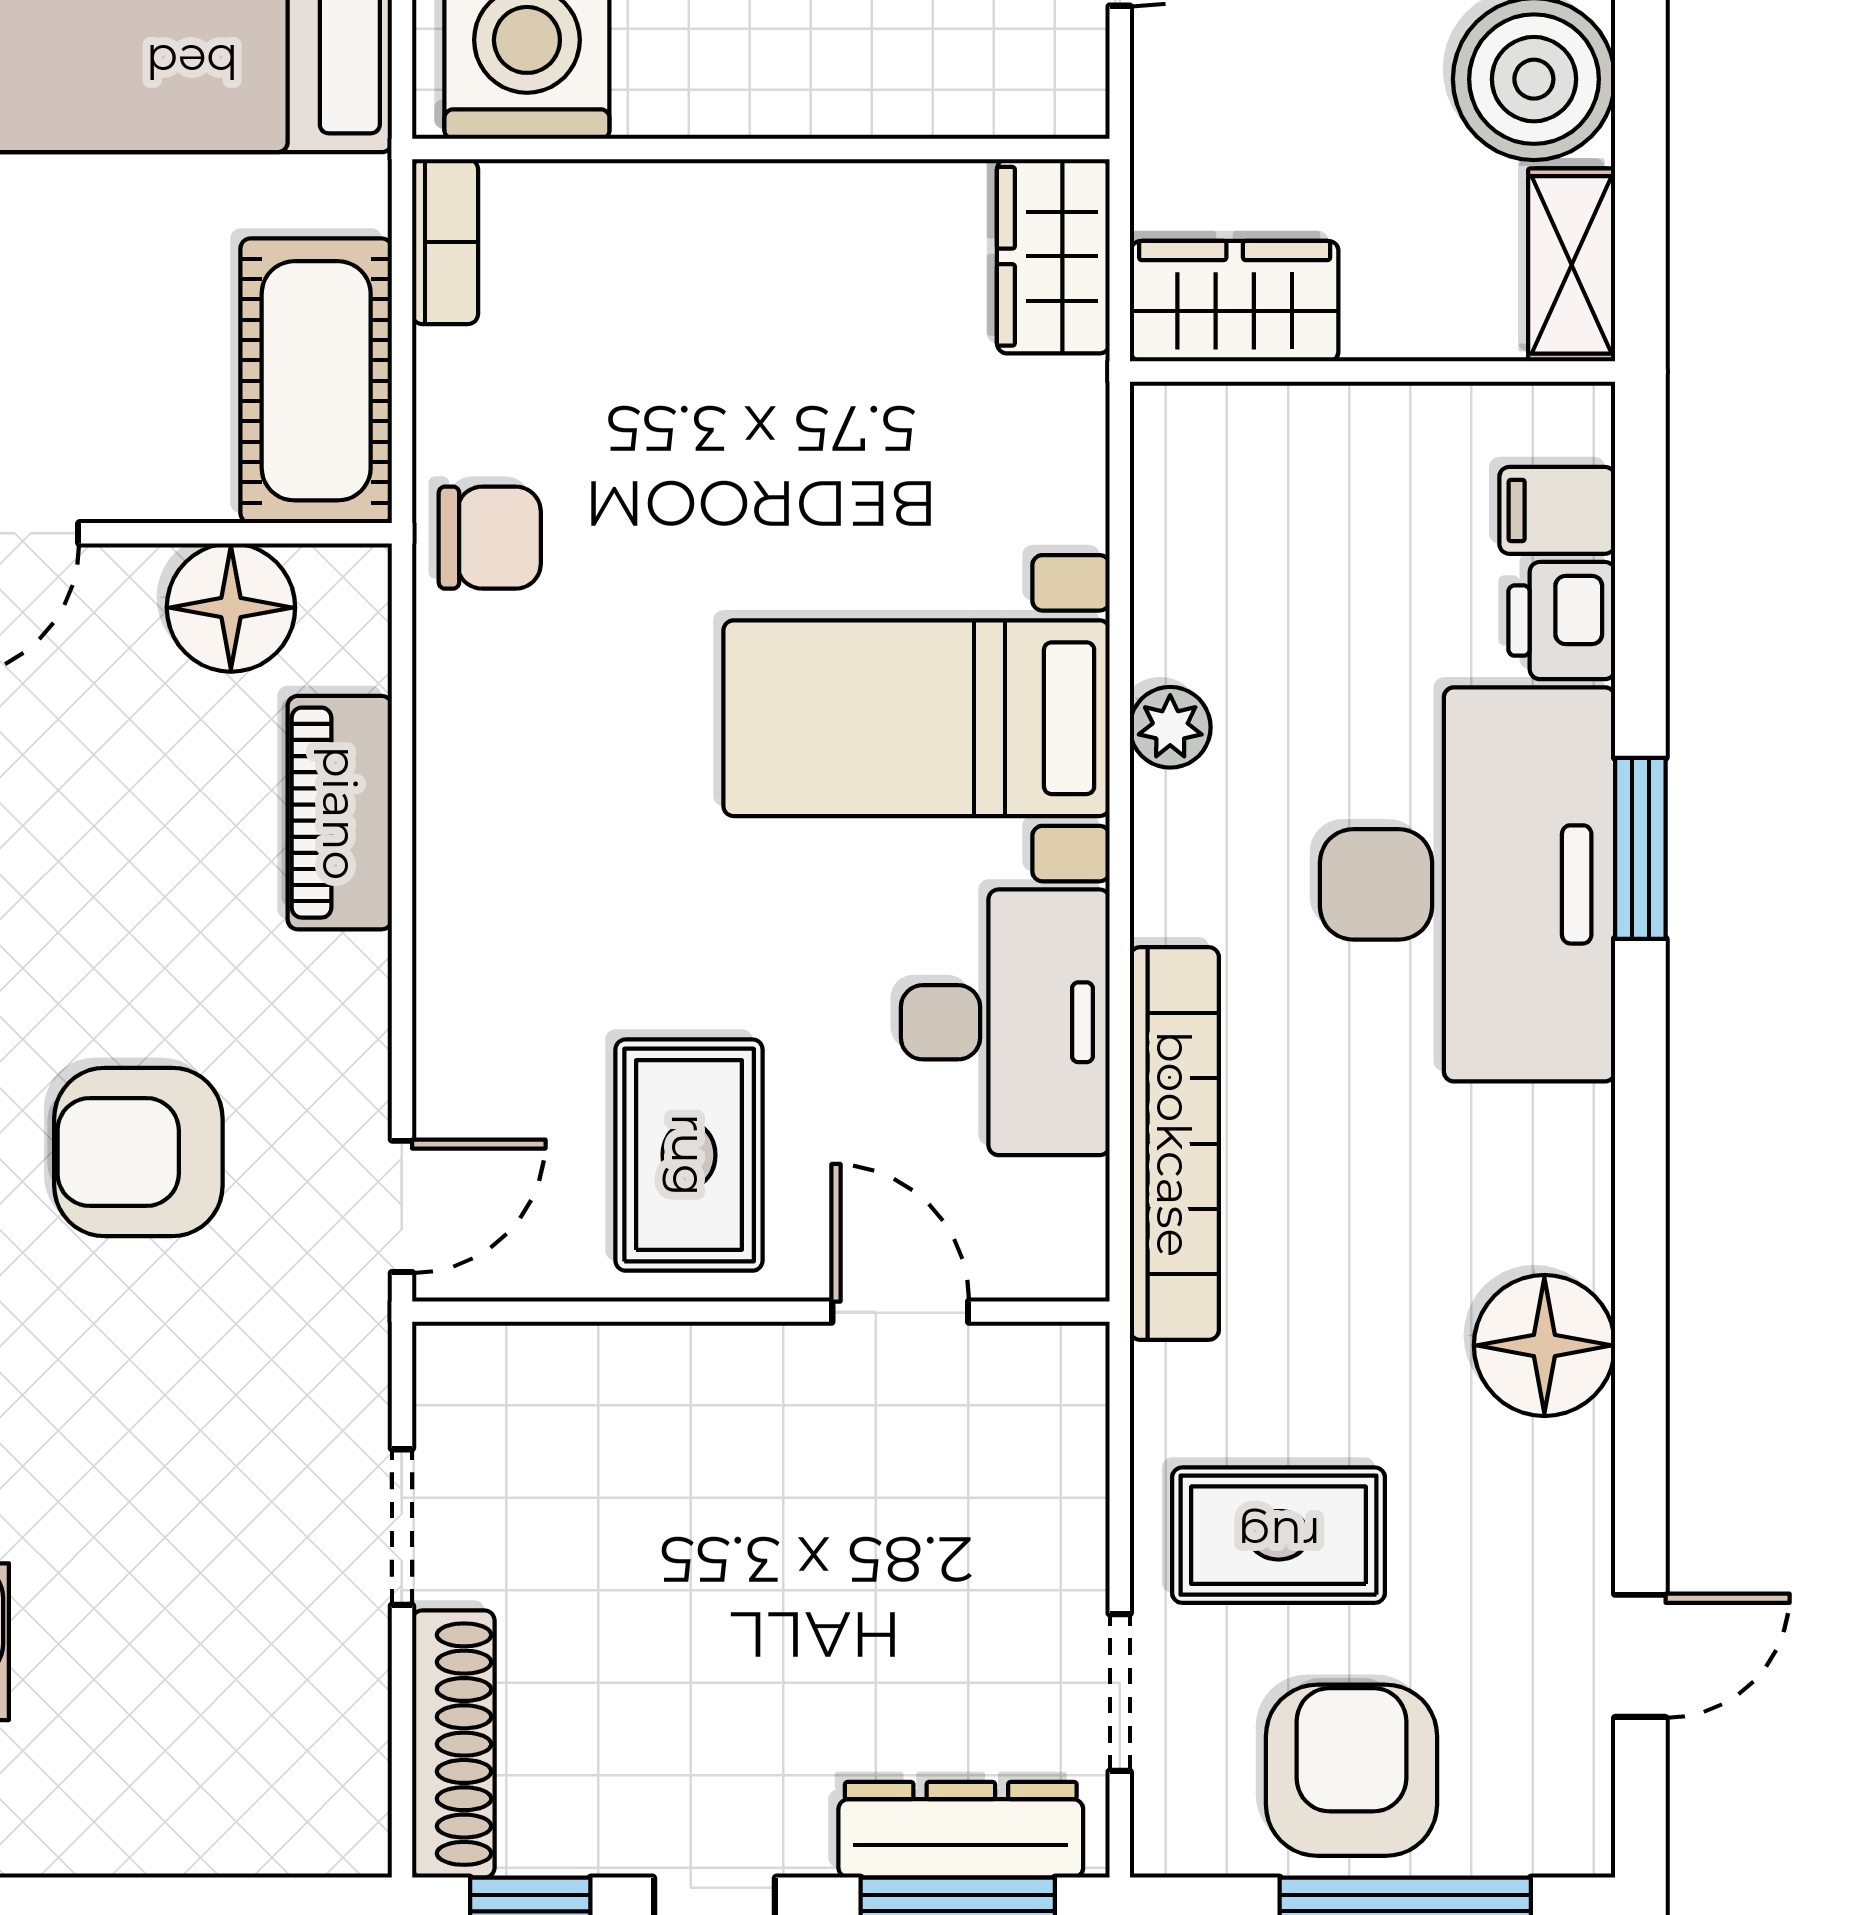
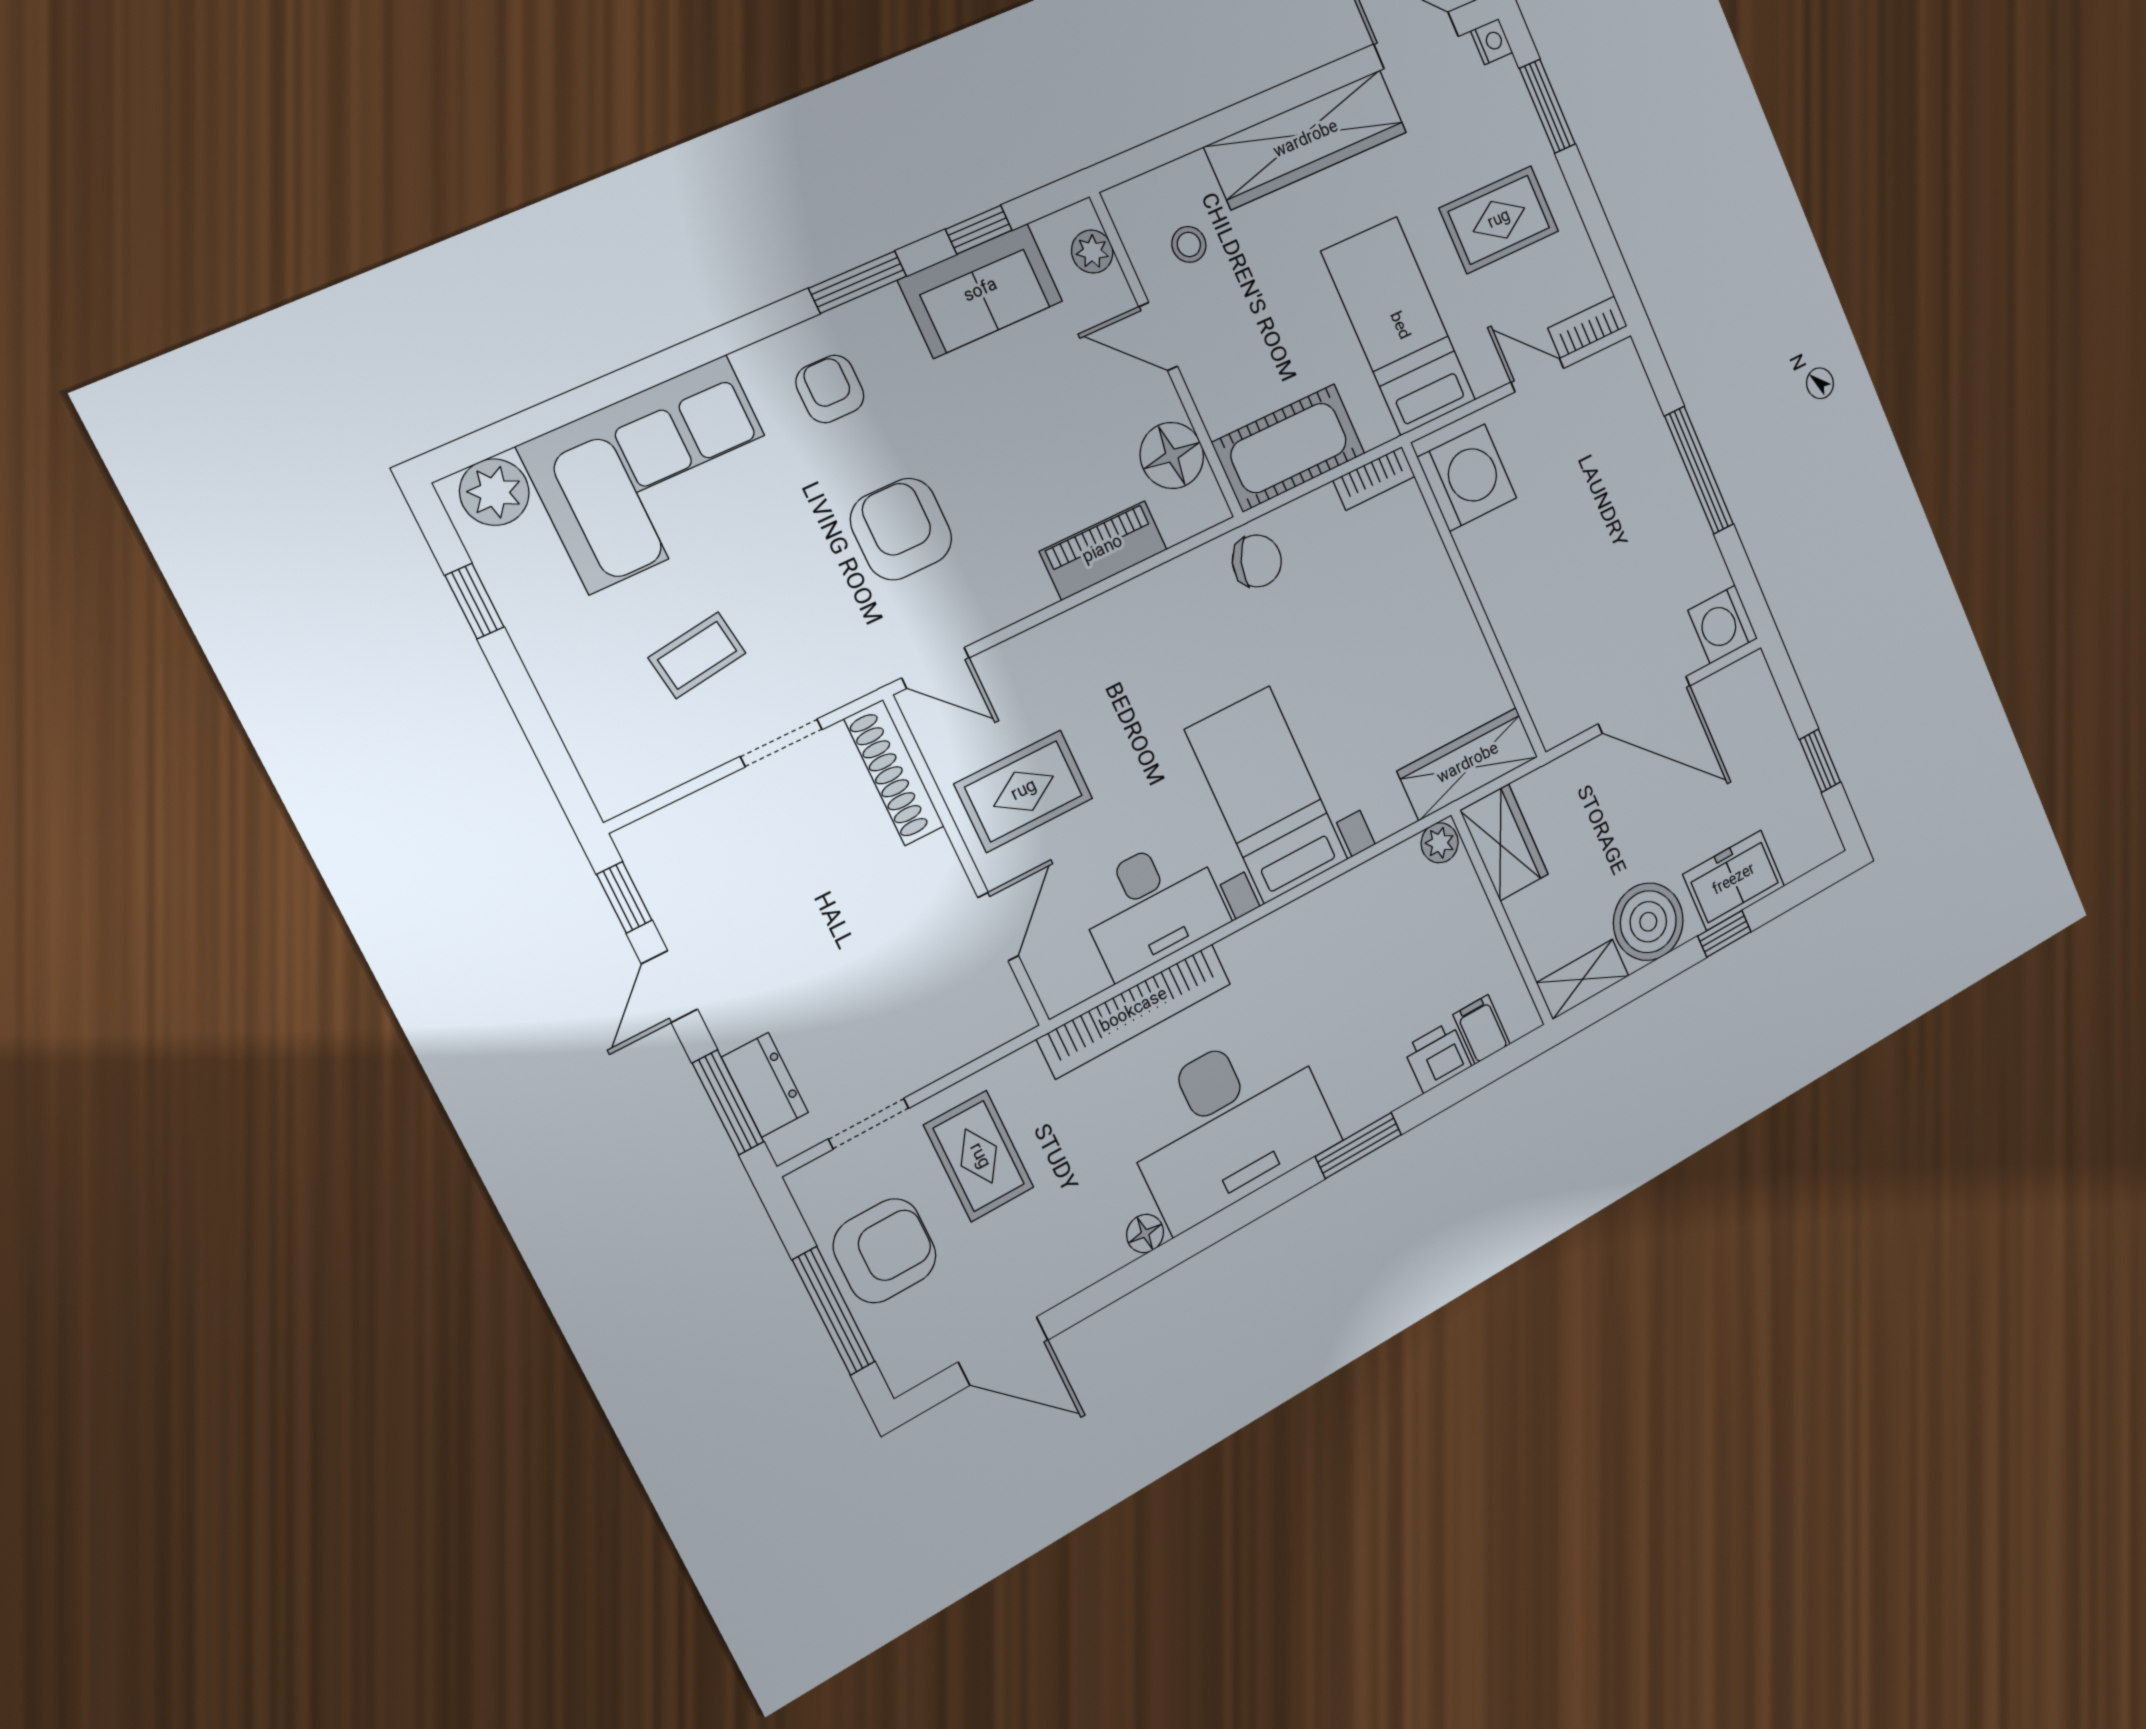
wardrobe: (1053, 256) -> (1468, 764), width x1.50
chair: (490, 538) -> (1257, 561), turned -70
plant: (1170, 727) -> (1440, 843), moved
desk: (1467, 884) -> (1229, 1124), moved
floor lamp: (1544, 1345) -> (1145, 1234), width x0.53, depth x0.53
coffee table: (190, 1594) -> (697, 655), added
door: (1640, 1656) -> (1003, 1351), width x1.38
shoe rack: (453, 1744) -> (894, 773), moved, turned 90
dresser: (961, 1830) -> (765, 1085), width x0.70

